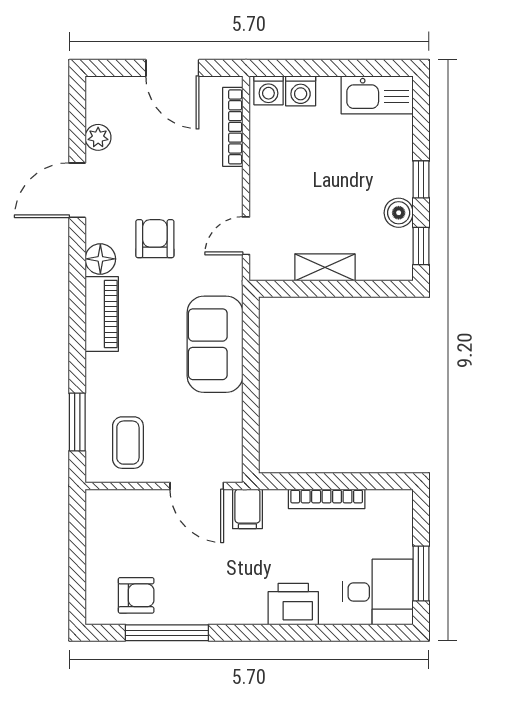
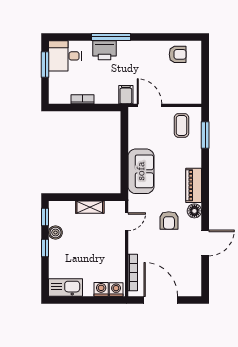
door: (172, 68) -> (161, 300), width x1.36
plant: (98, 137) -> (195, 268), removed
bookcase: (327, 499) -> (83, 99), width x0.64
armchair: (136, 595) -> (178, 54), turned 180
window: (167, 633) -> (111, 37), moved

